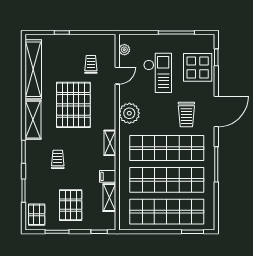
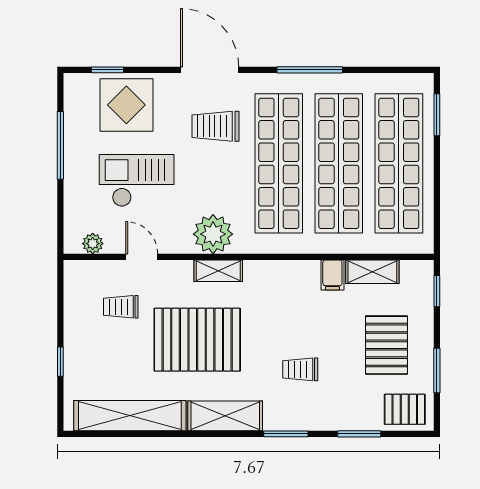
trolley: (186, 115) -> (215, 126), turned 180
shelving: (110, 143) -> (218, 271), moved
pallet: (71, 205) -> (387, 345), turned 90

